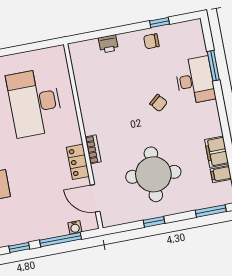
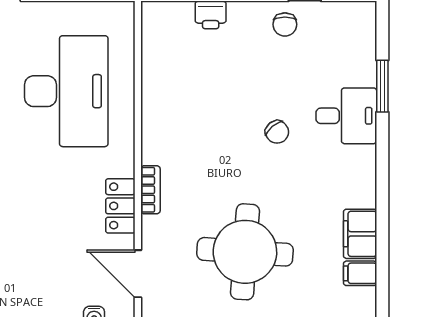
chair: (151, 41) -> (285, 24), turned -90
desk: (195, 80) -> (346, 116), width x0.73
desk: (35, 103) -> (66, 91), turned 180

